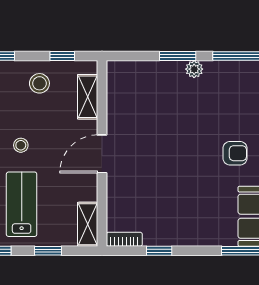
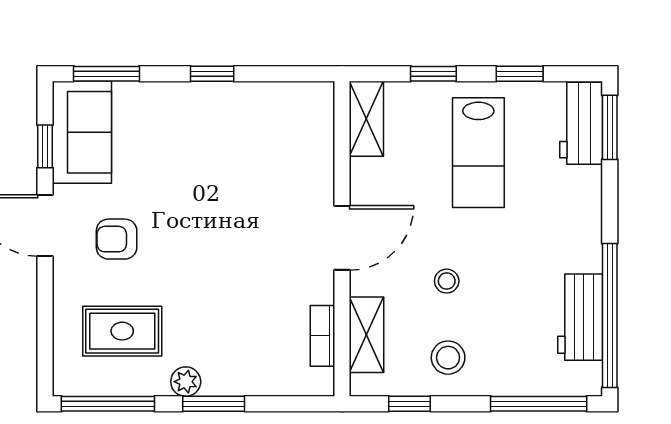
rug: (232, 99) -> (122, 331), added
stool: (21, 145) -> (447, 281), moved
bookcase: (124, 239) -> (323, 336), moved, turned 90
window: (159, 251) -> (212, 74), moved

